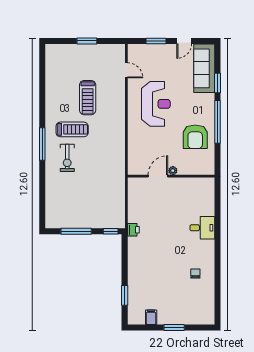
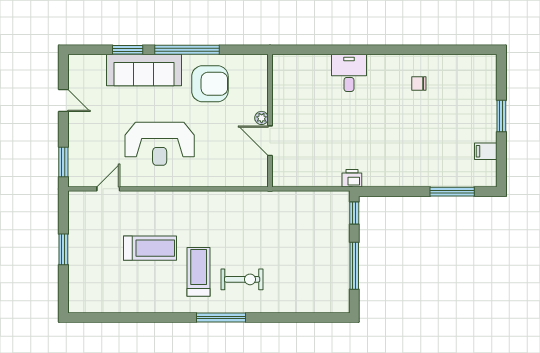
window: (156, 41) -> (63, 162), moved
sofa: (204, 68) -> (144, 70), moved
reception desk: (156, 104) -> (160, 144), turned 180
window: (125, 295) -> (452, 192), width x1.44

